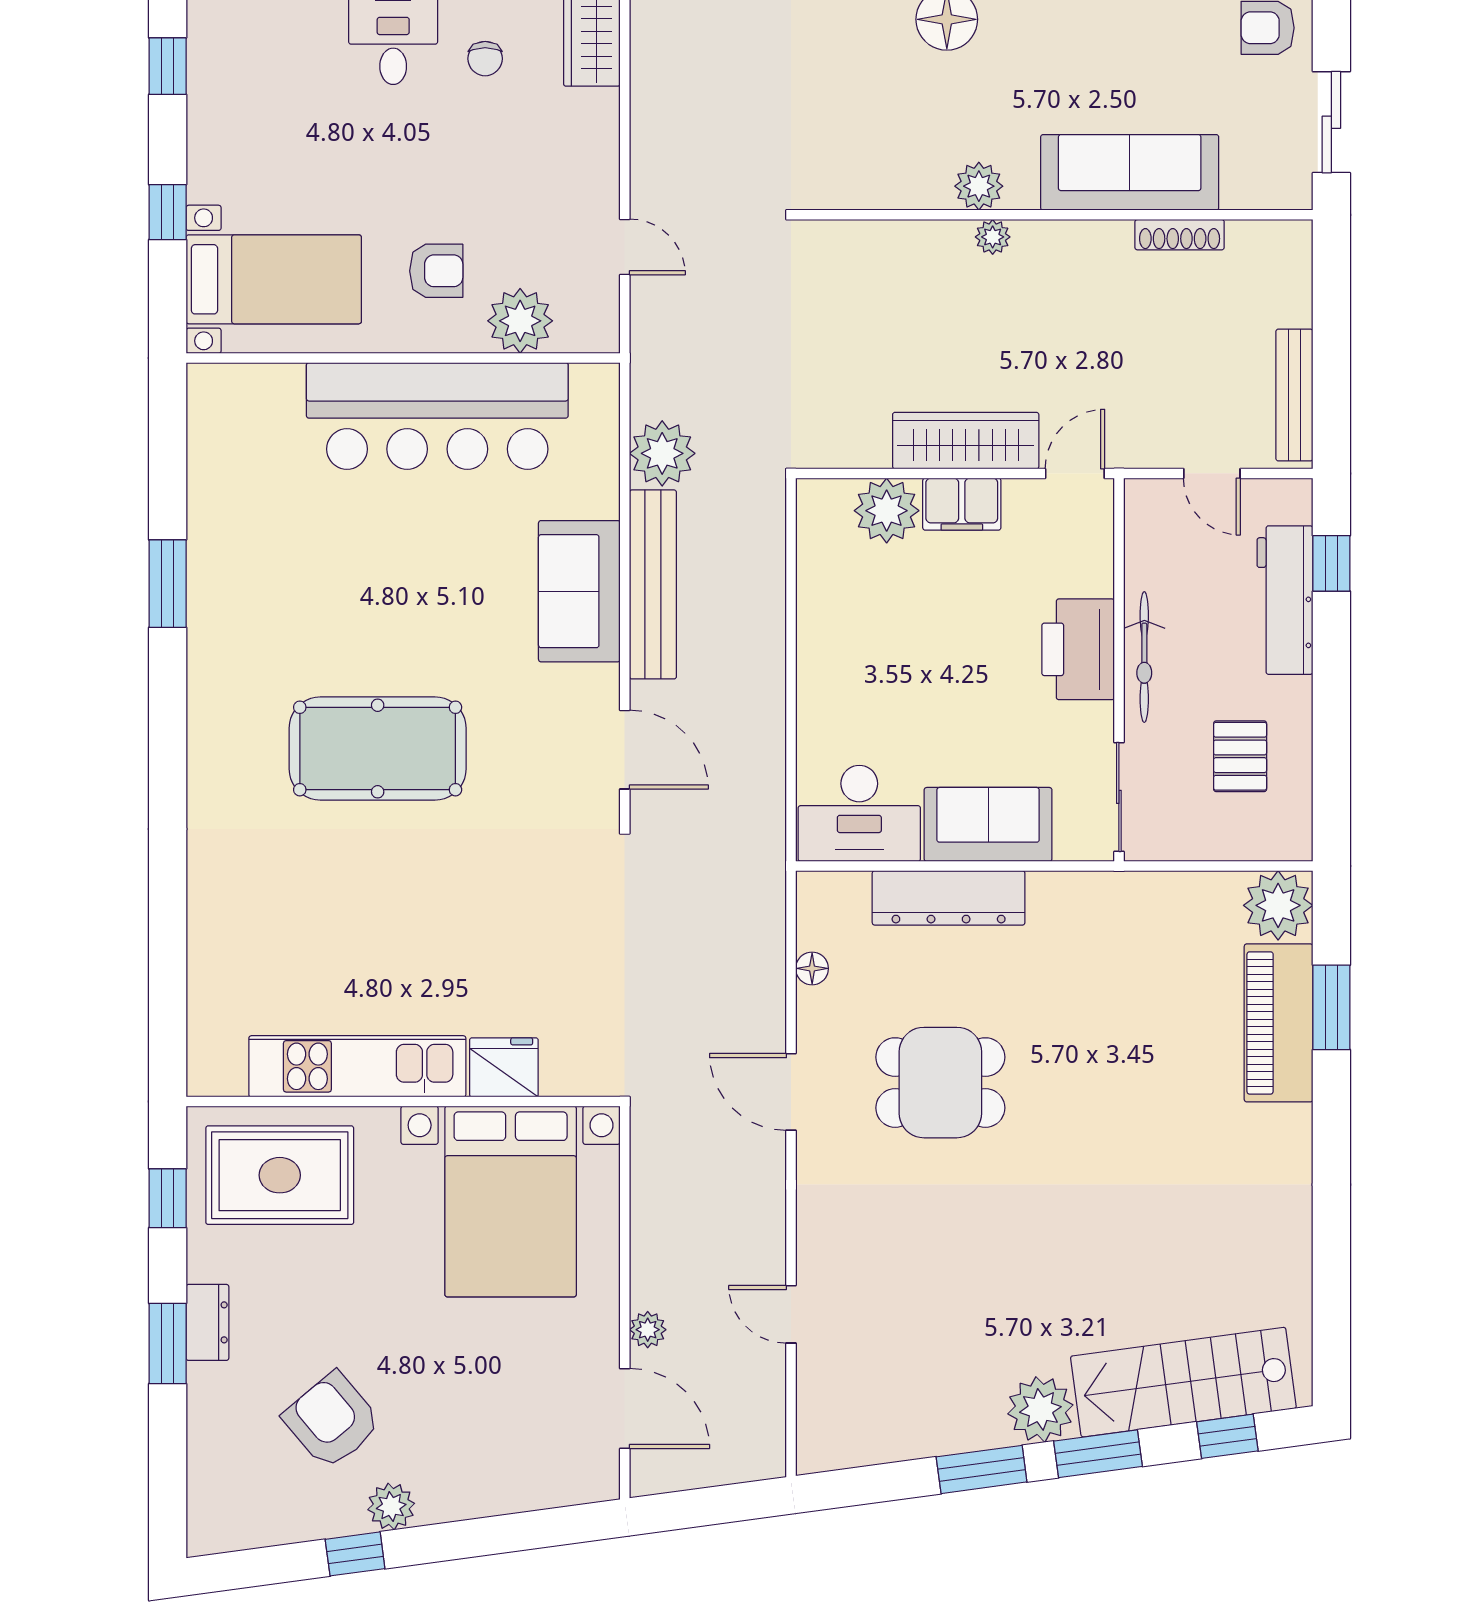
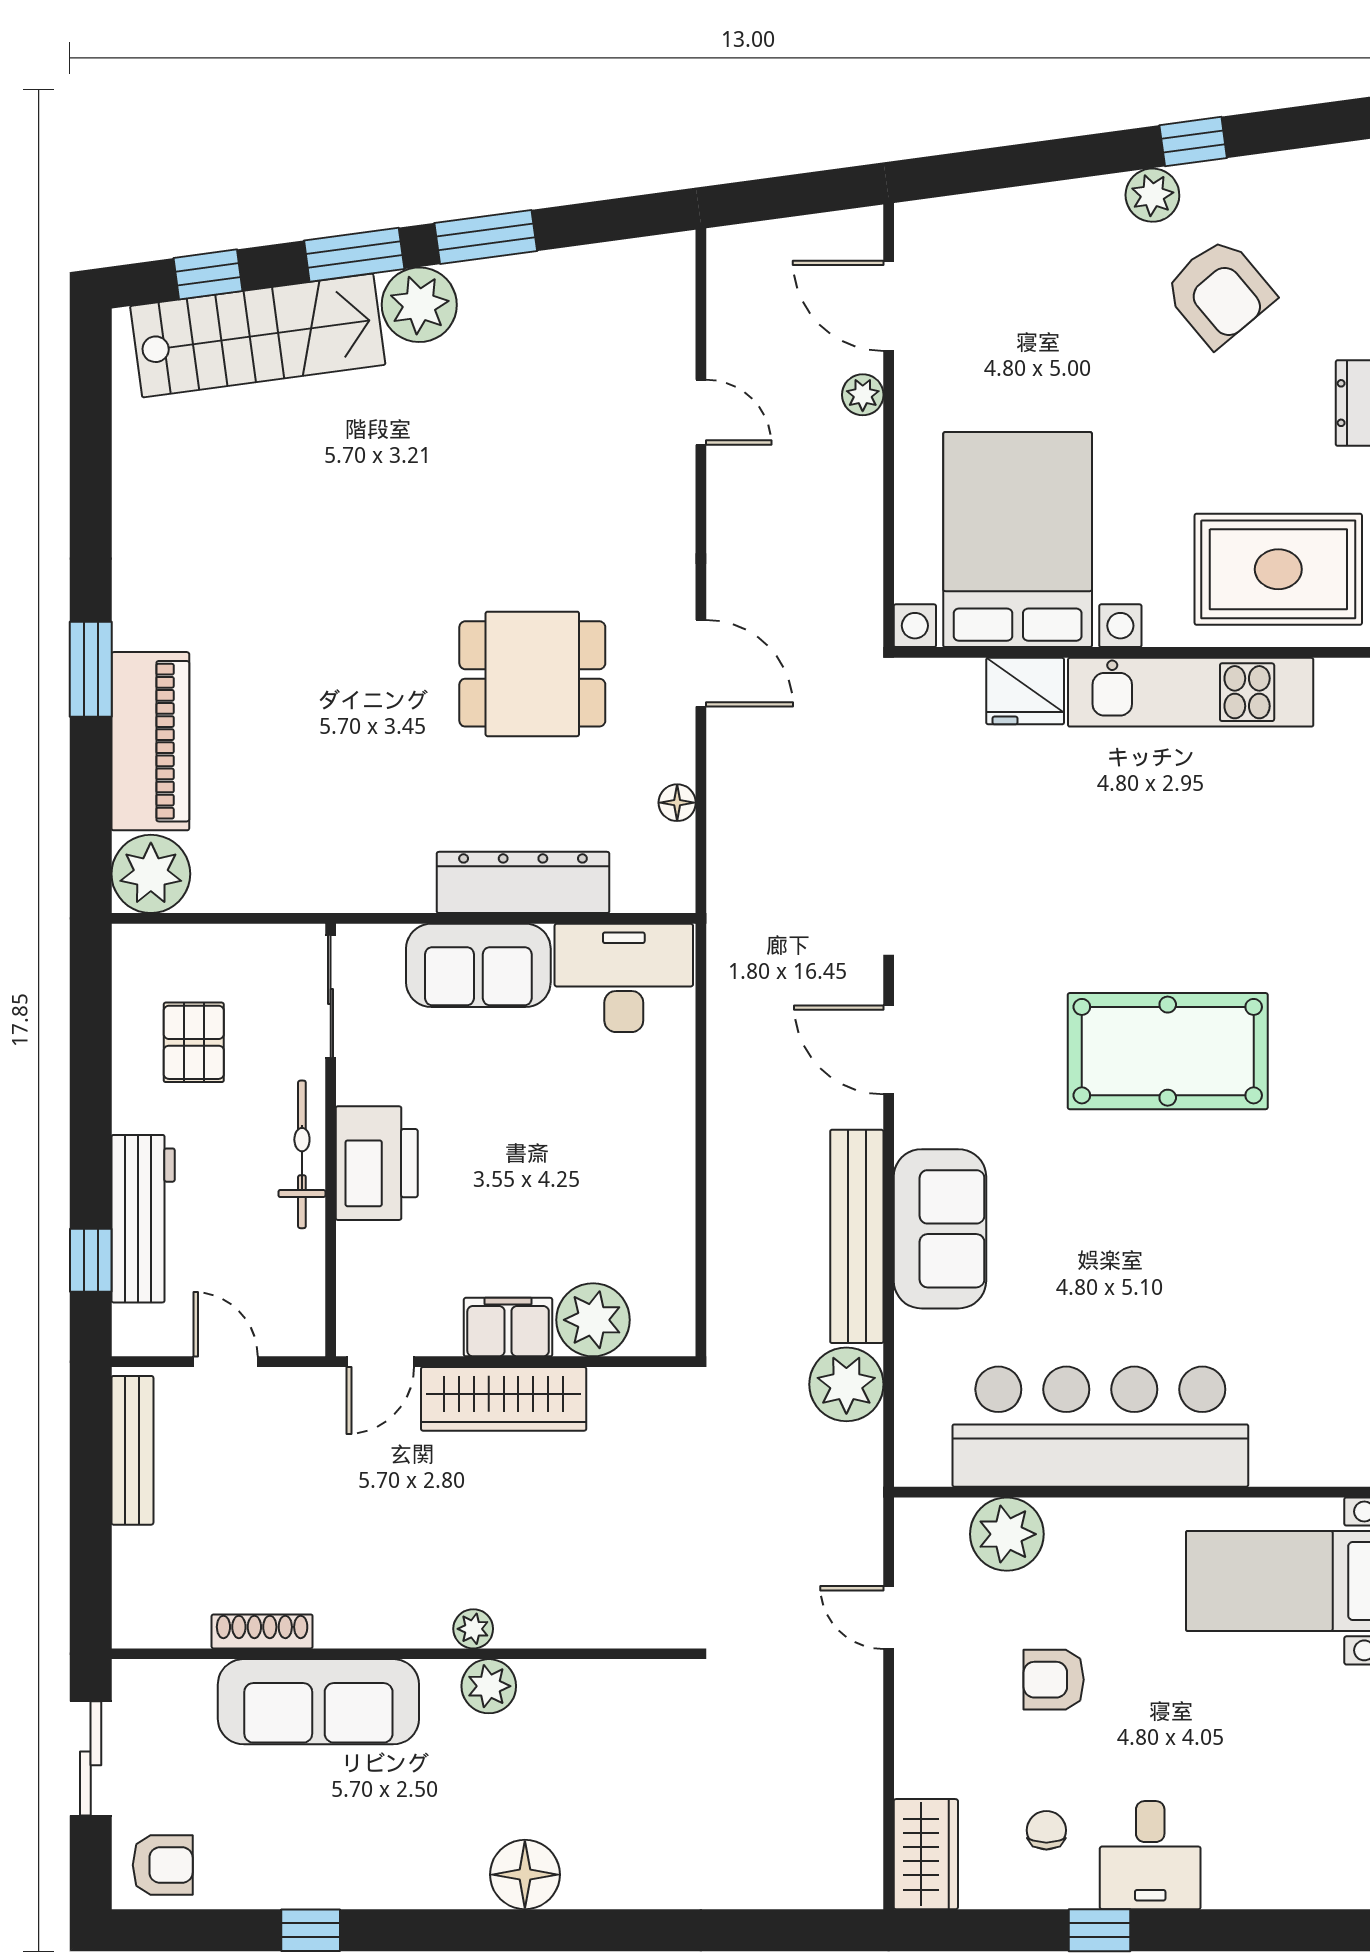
armchair: (436, 271) -> (1054, 1680), moved
window: (1331, 1007) -> (91, 669), moved

